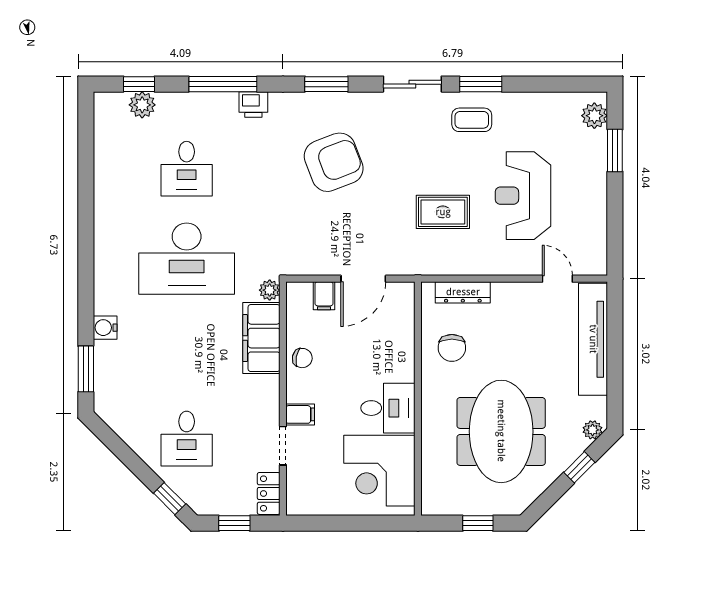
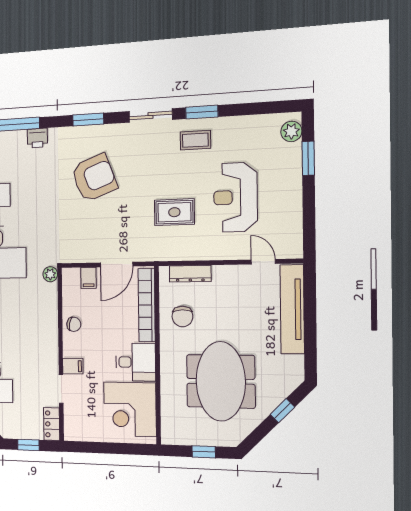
bookcase: (404, 333) -> (147, 305), added
filing cabinet: (261, 338) -> (45, 310), removed
plant: (593, 430) -> (293, 381), removed

